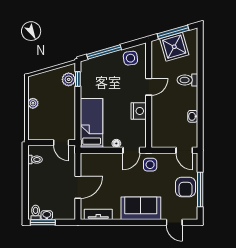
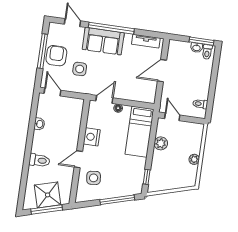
side table: (130, 58) -> (94, 178), moved
plant: (69, 79) -> (161, 143), moved
side table: (150, 165) -> (80, 69), moved
window: (135, 222) -> (111, 28), added

